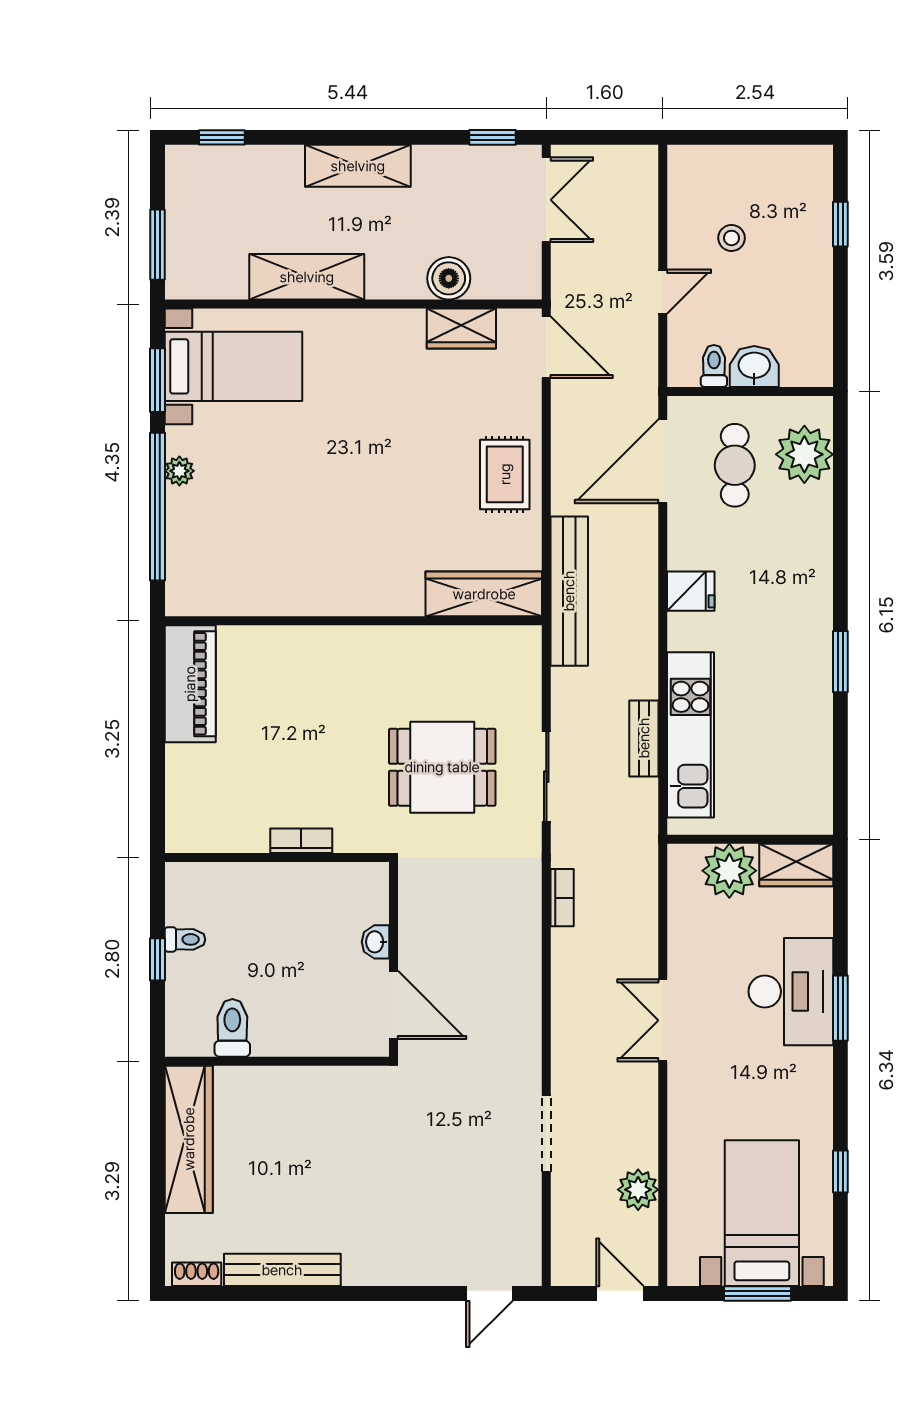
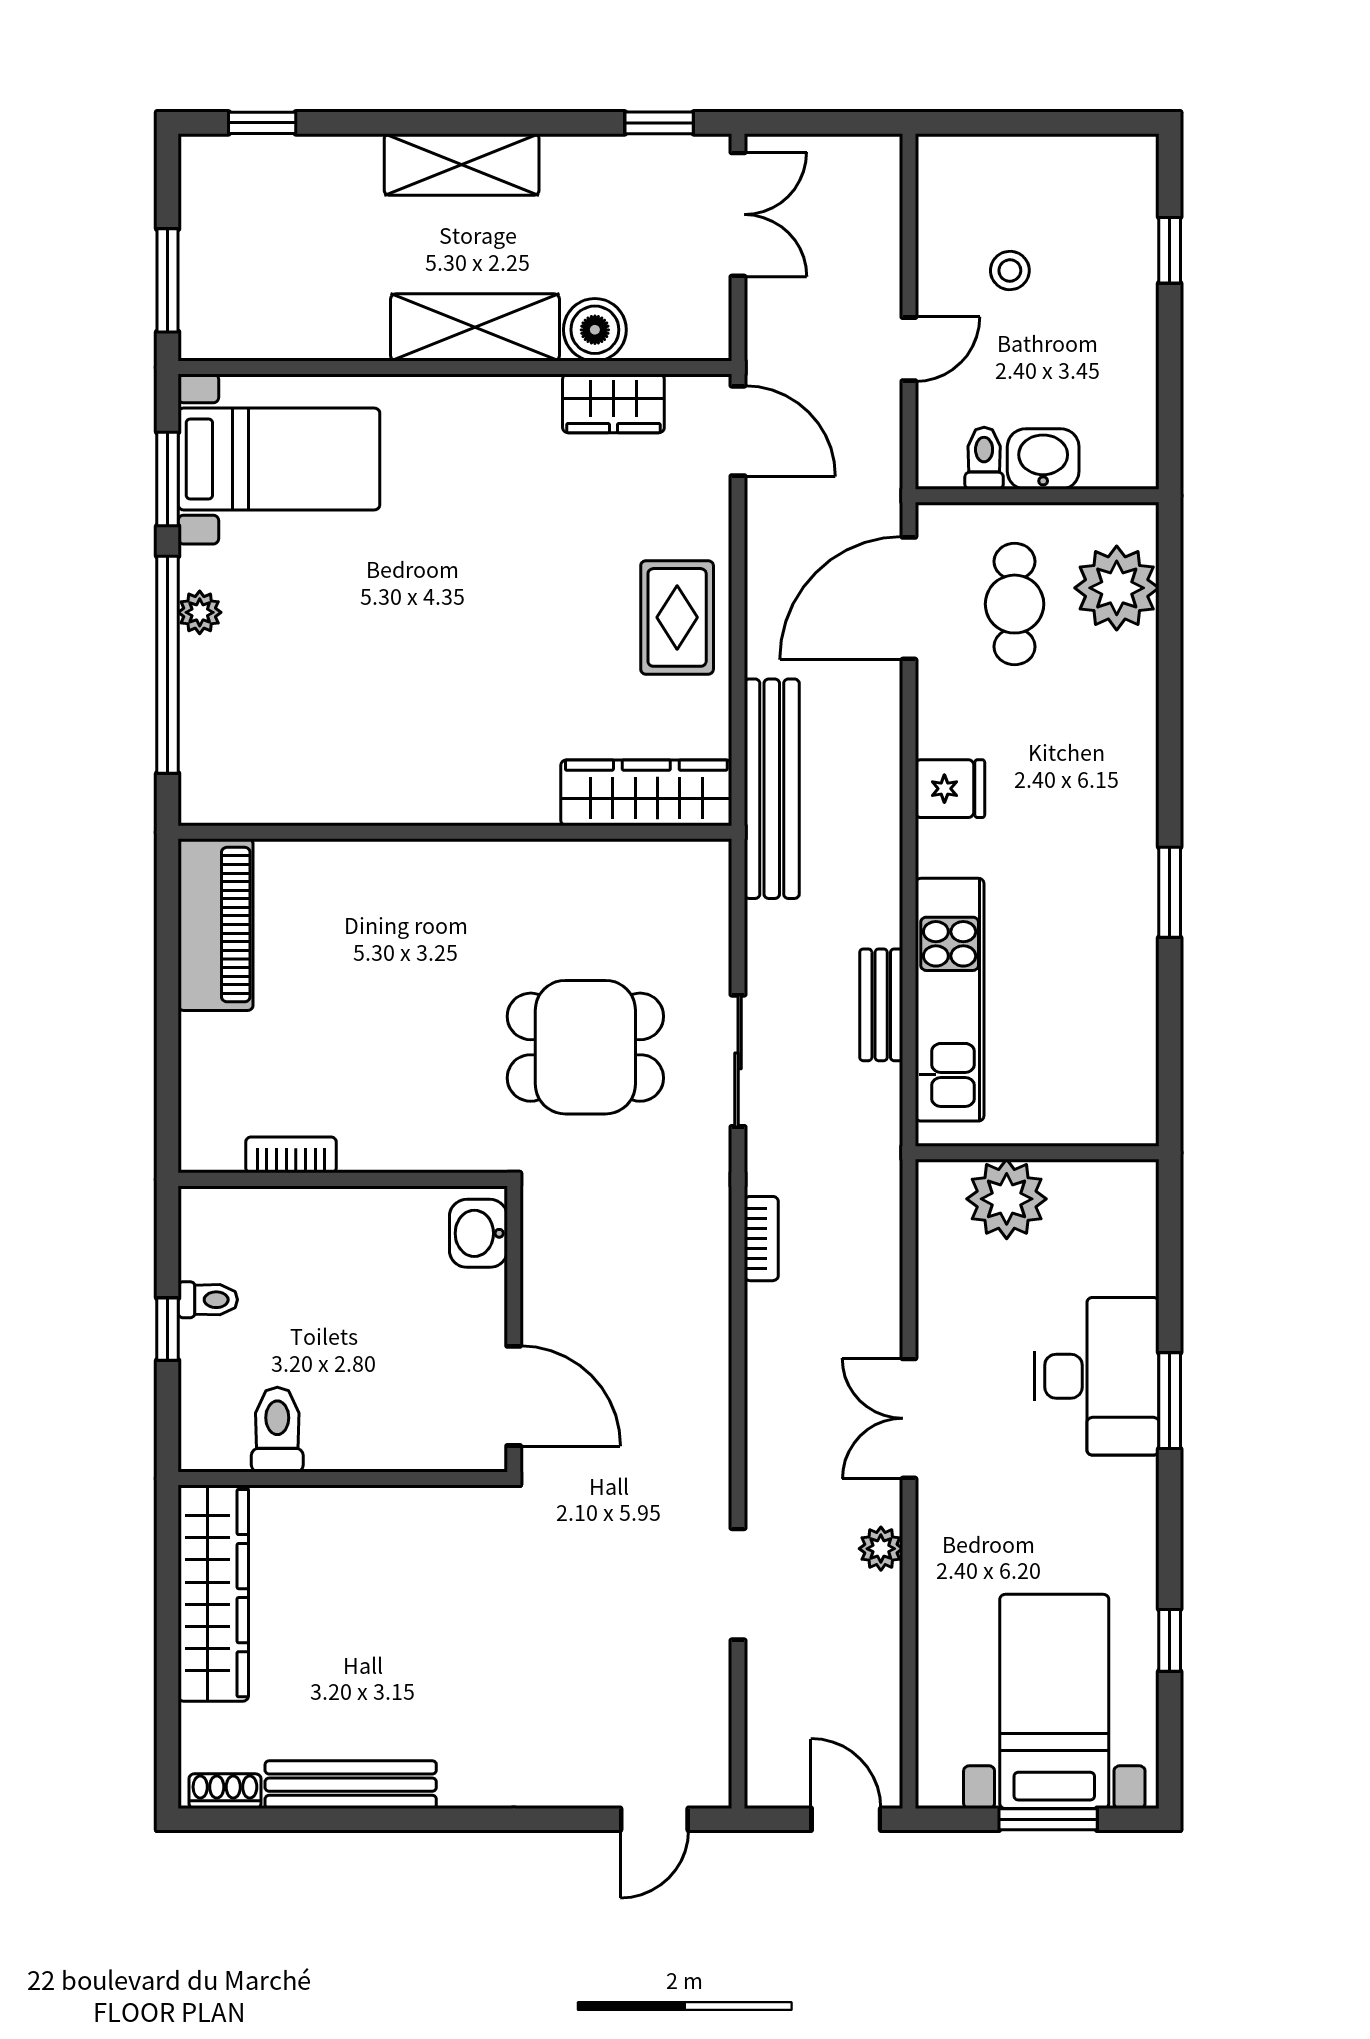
shelving: (307, 277) -> (475, 327), moved
bookcase: (301, 841) -> (291, 1155), moved
wardrobe: (796, 865) -> (1105, 1191), removed
washbasin: (375, 942) -> (478, 1233), moved, width x1.38, depth x1.45
plant: (638, 1190) -> (881, 1549), moved, width x0.73, depth x0.73

